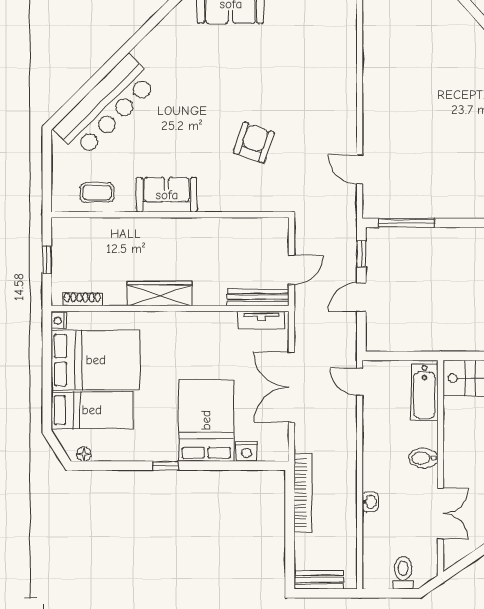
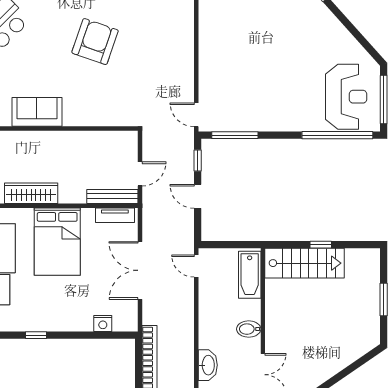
armchair: (254, 143) -> (95, 42), moved, width x1.36, depth x1.36
door: (360, 169) -> (196, 115), moved
door: (361, 297) -> (198, 196), hinge flipped
bed: (206, 420) -> (57, 242), moved, turned 180
washbasin: (370, 502) -> (208, 365), width x1.91, depth x1.45

